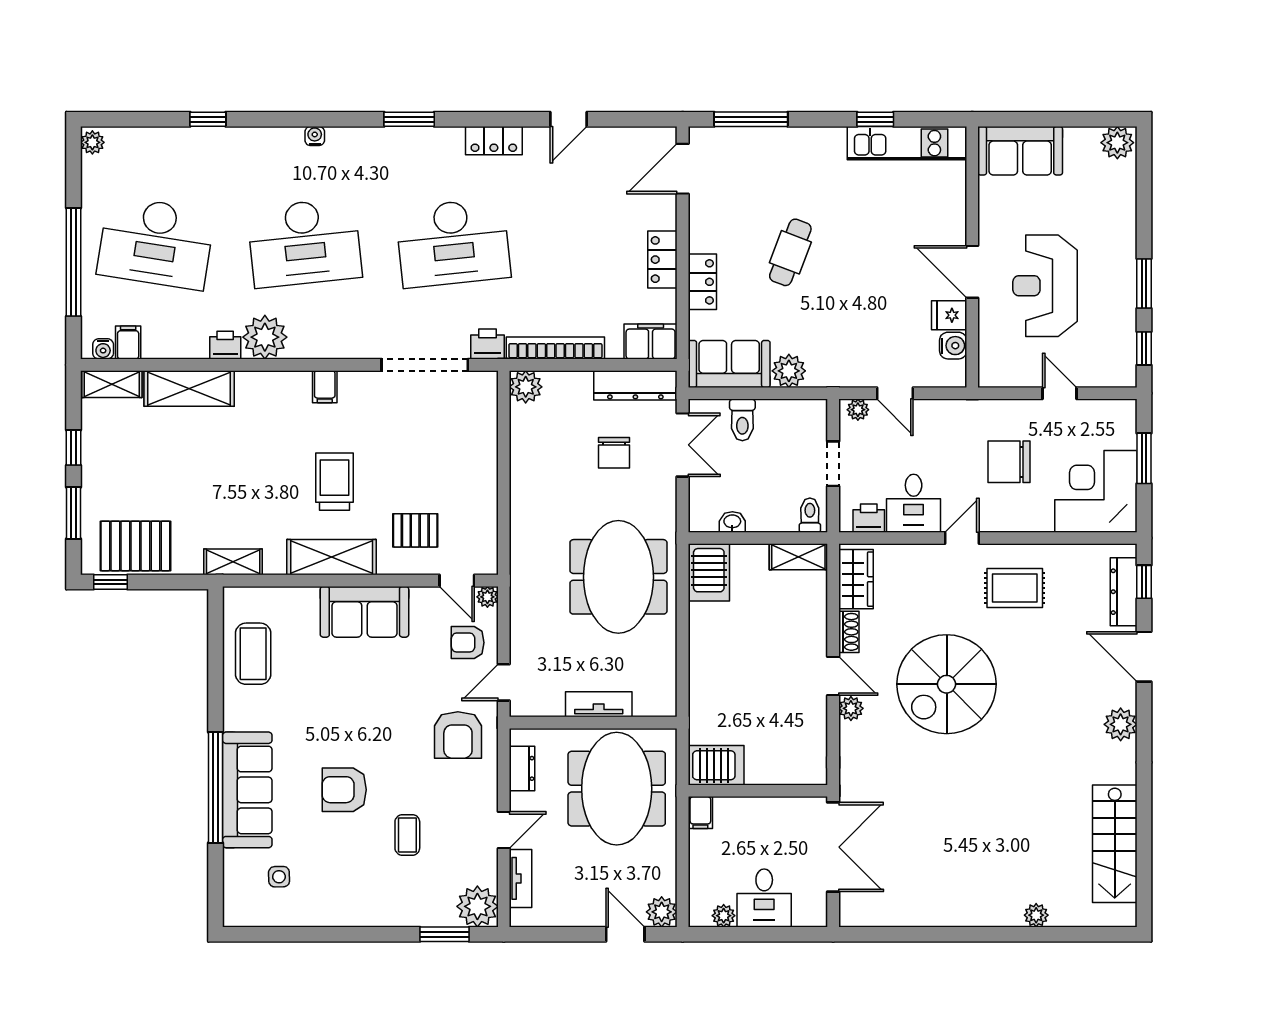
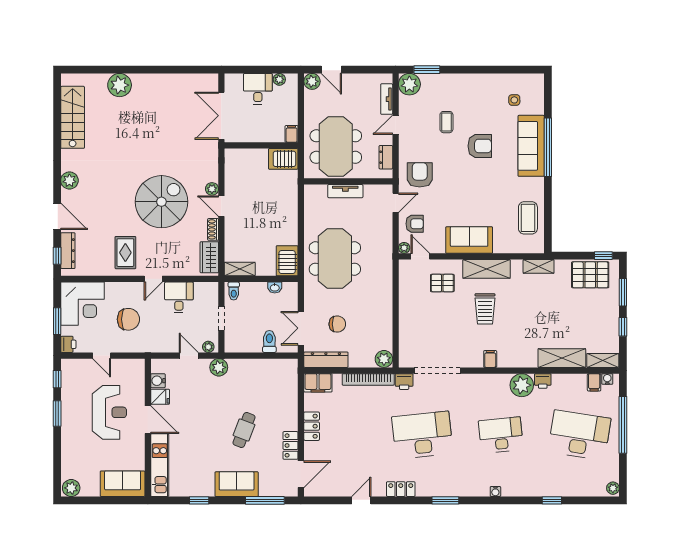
kitchen unit: (907, 143) -> (160, 465), moved, turned 90
desk: (304, 243) -> (501, 435), width x0.73, depth x0.77
locker: (702, 282) -> (291, 445), moved
sofa: (729, 364) -> (237, 484), moved, turned 180
plant: (789, 371) -> (219, 367), moved
chair: (614, 453) -> (337, 324), turned 90
printer: (869, 518) -> (68, 344), moved, turned -90
rug: (1015, 588) -> (125, 253), turned 90
plant: (1036, 915) -> (120, 85), width x1.88, depth x1.88

